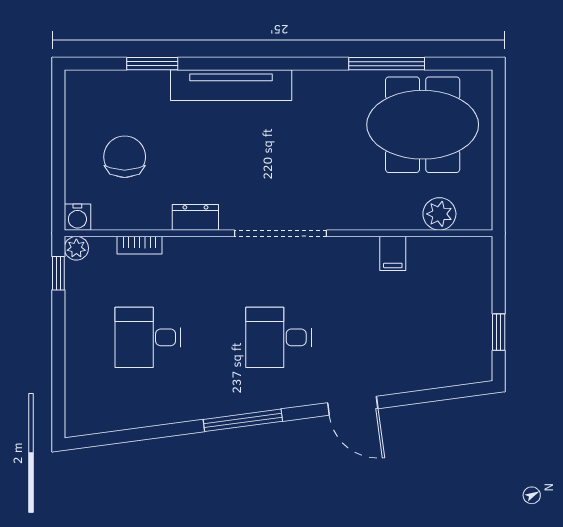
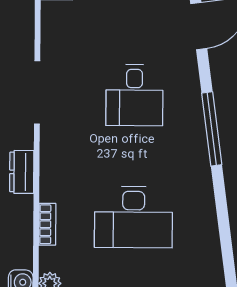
doorway: (281, 233) -> (37, 92), width x0.73
desk: (148, 337) -> (134, 217), width x1.37

